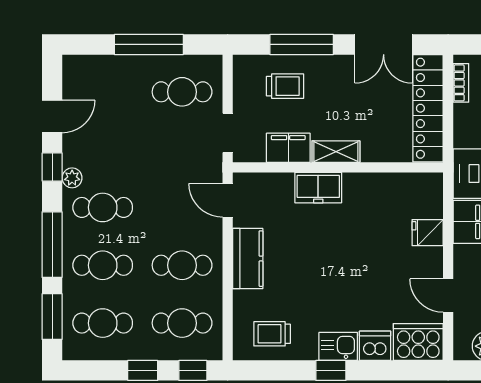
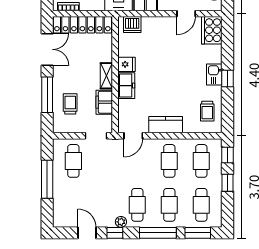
fridge: (428, 233) -> (127, 64), moved, turned -90
dishwasher: (375, 346) -> (132, 24), moved, turned -90

